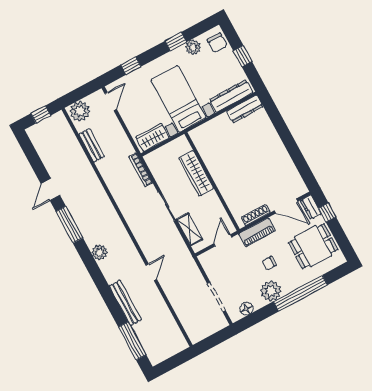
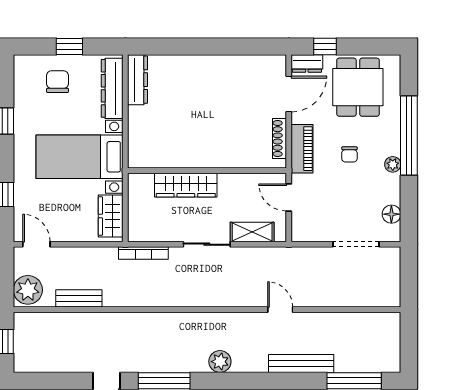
chair: (217, 43) -> (57, 82), moved, turned -90
plant: (193, 47) -> (24, 103), removed
plant: (271, 291) -> (393, 164), width x0.53, depth x0.53

